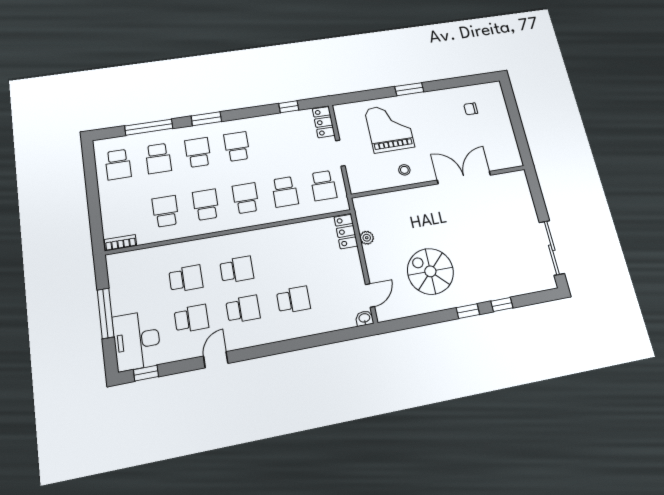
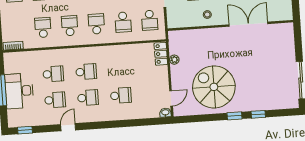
spiral stairs: (430, 271) -> (214, 87), width x1.37, depth x1.37
desk: (137, 340) -> (19, 91), moved

